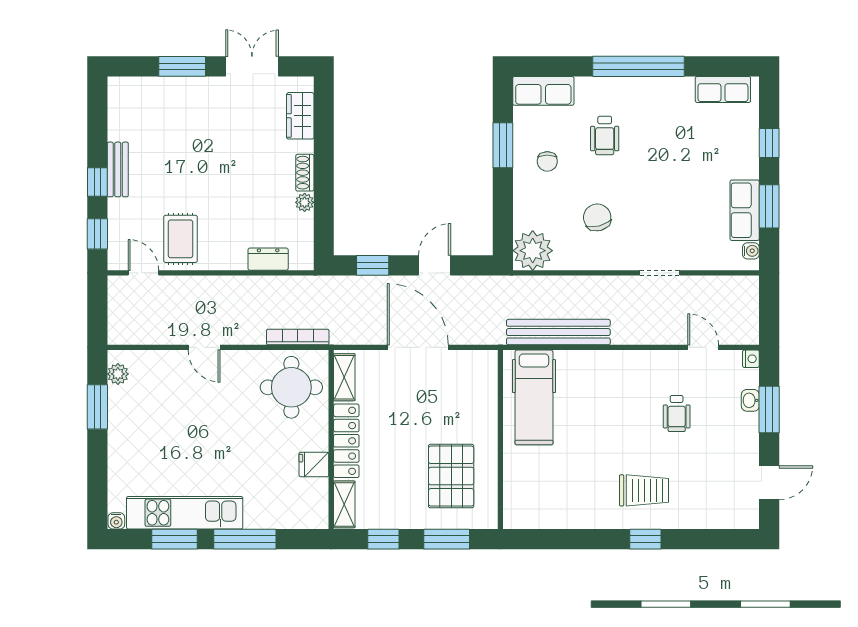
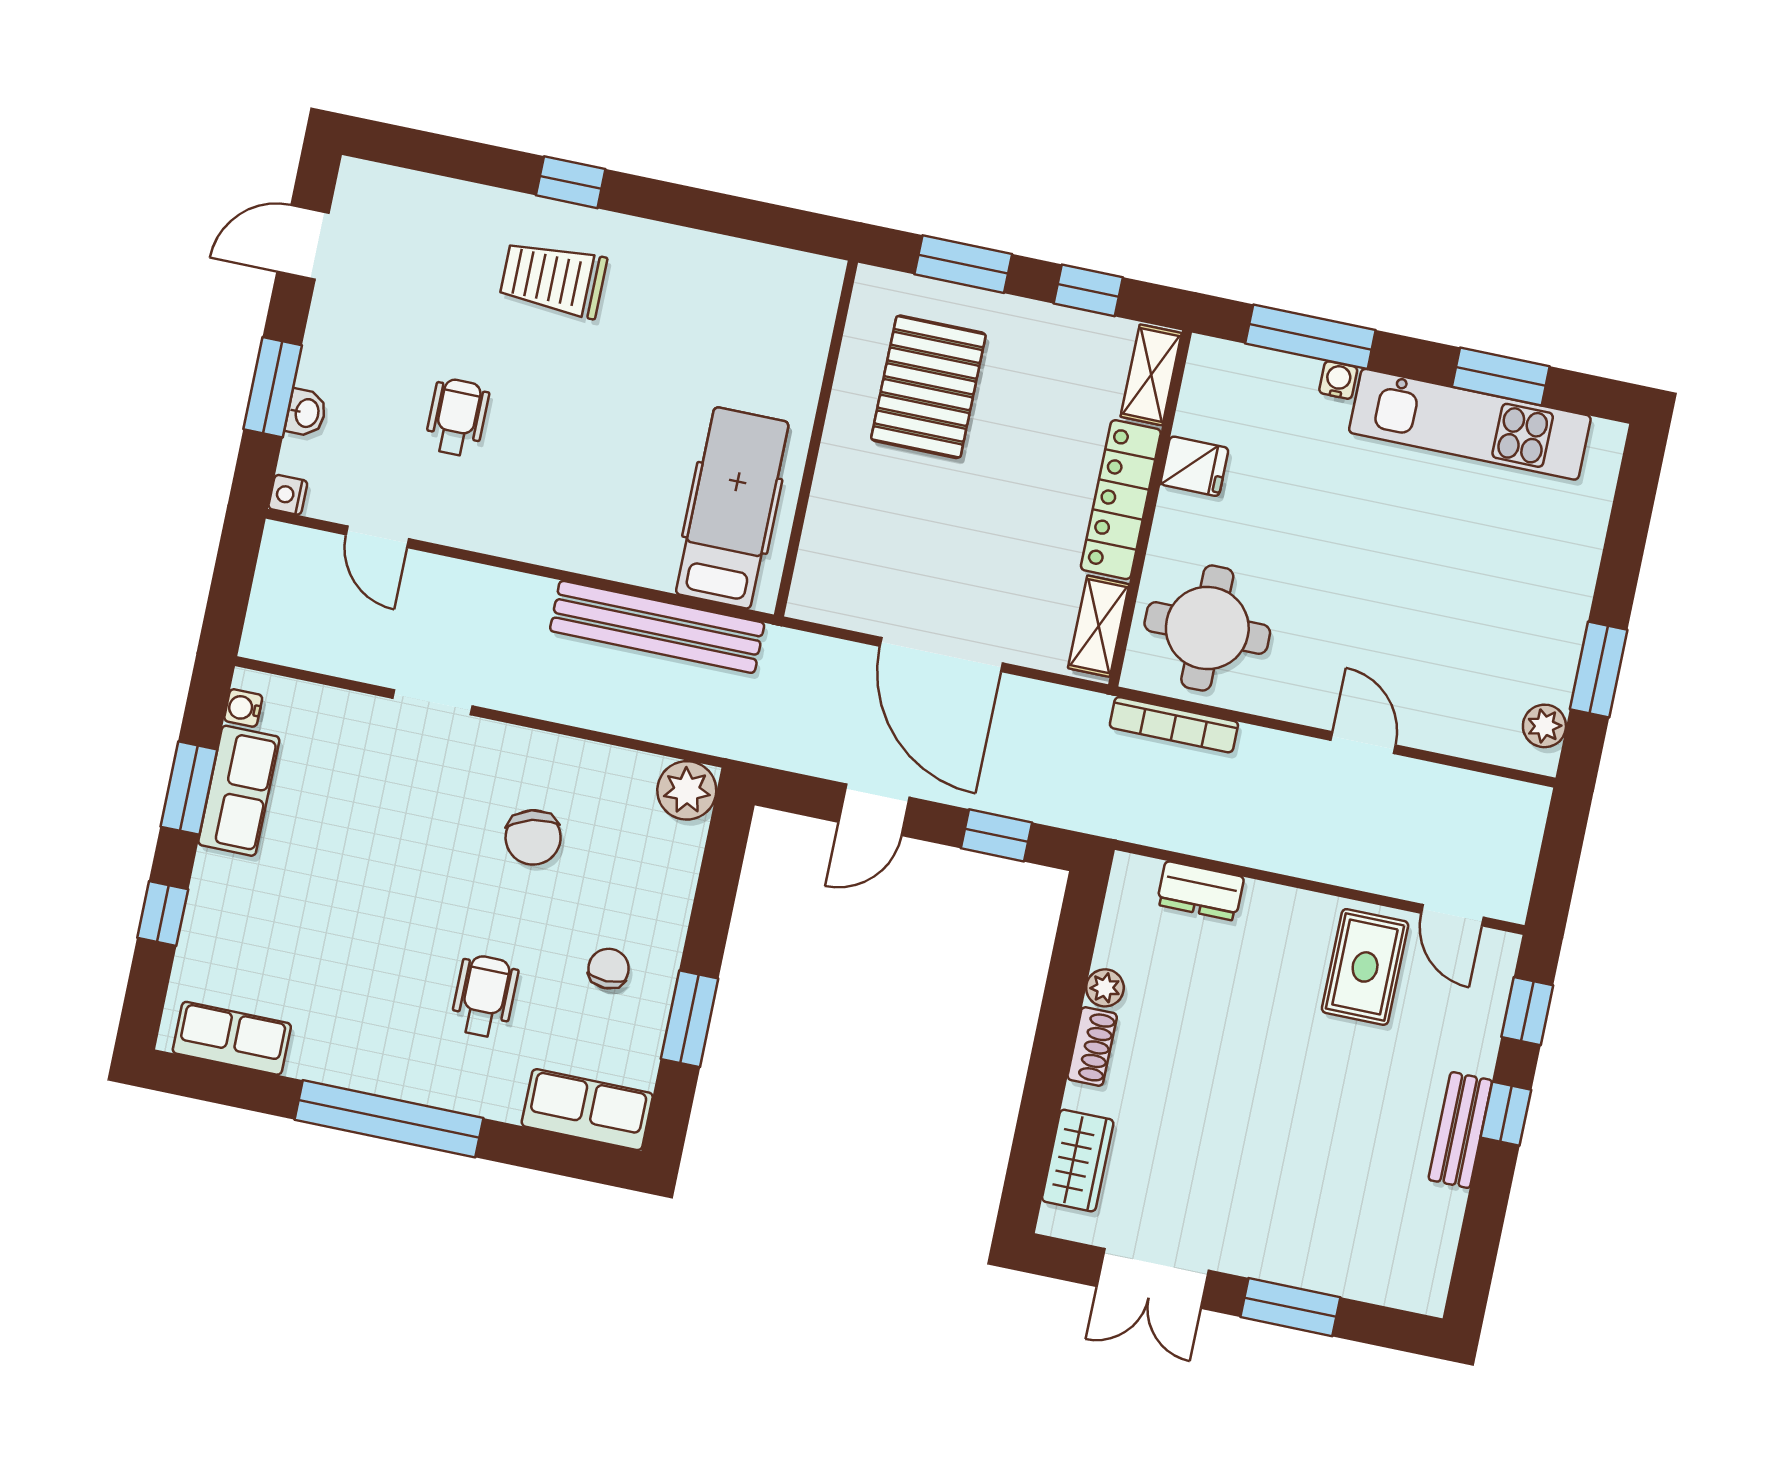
plant: (533, 251) -> (687, 790), width x0.73, depth x0.73
water cooler: (116, 521) -> (1338, 380), moved
window: (245, 539) -> (1310, 337), moved

